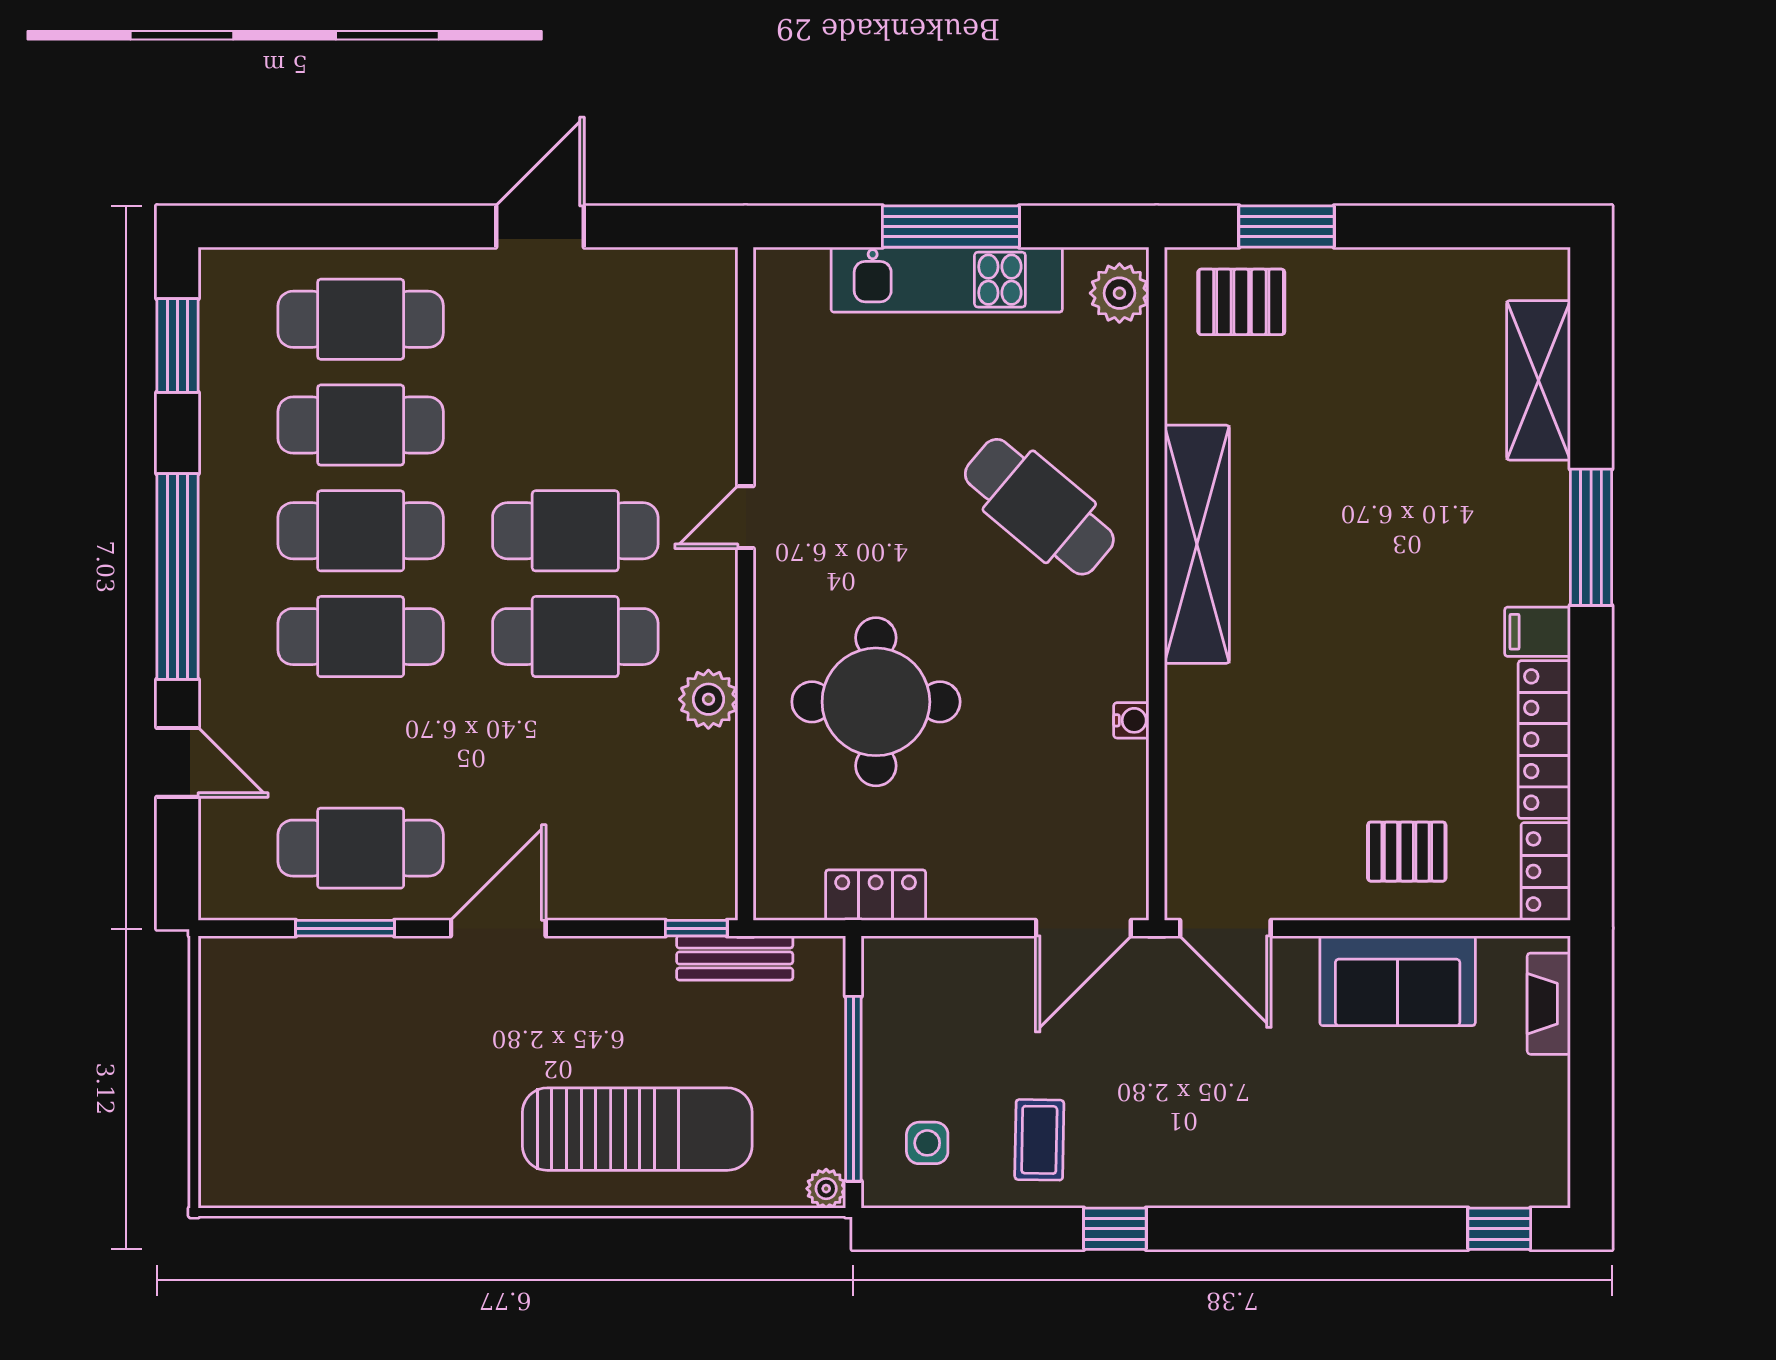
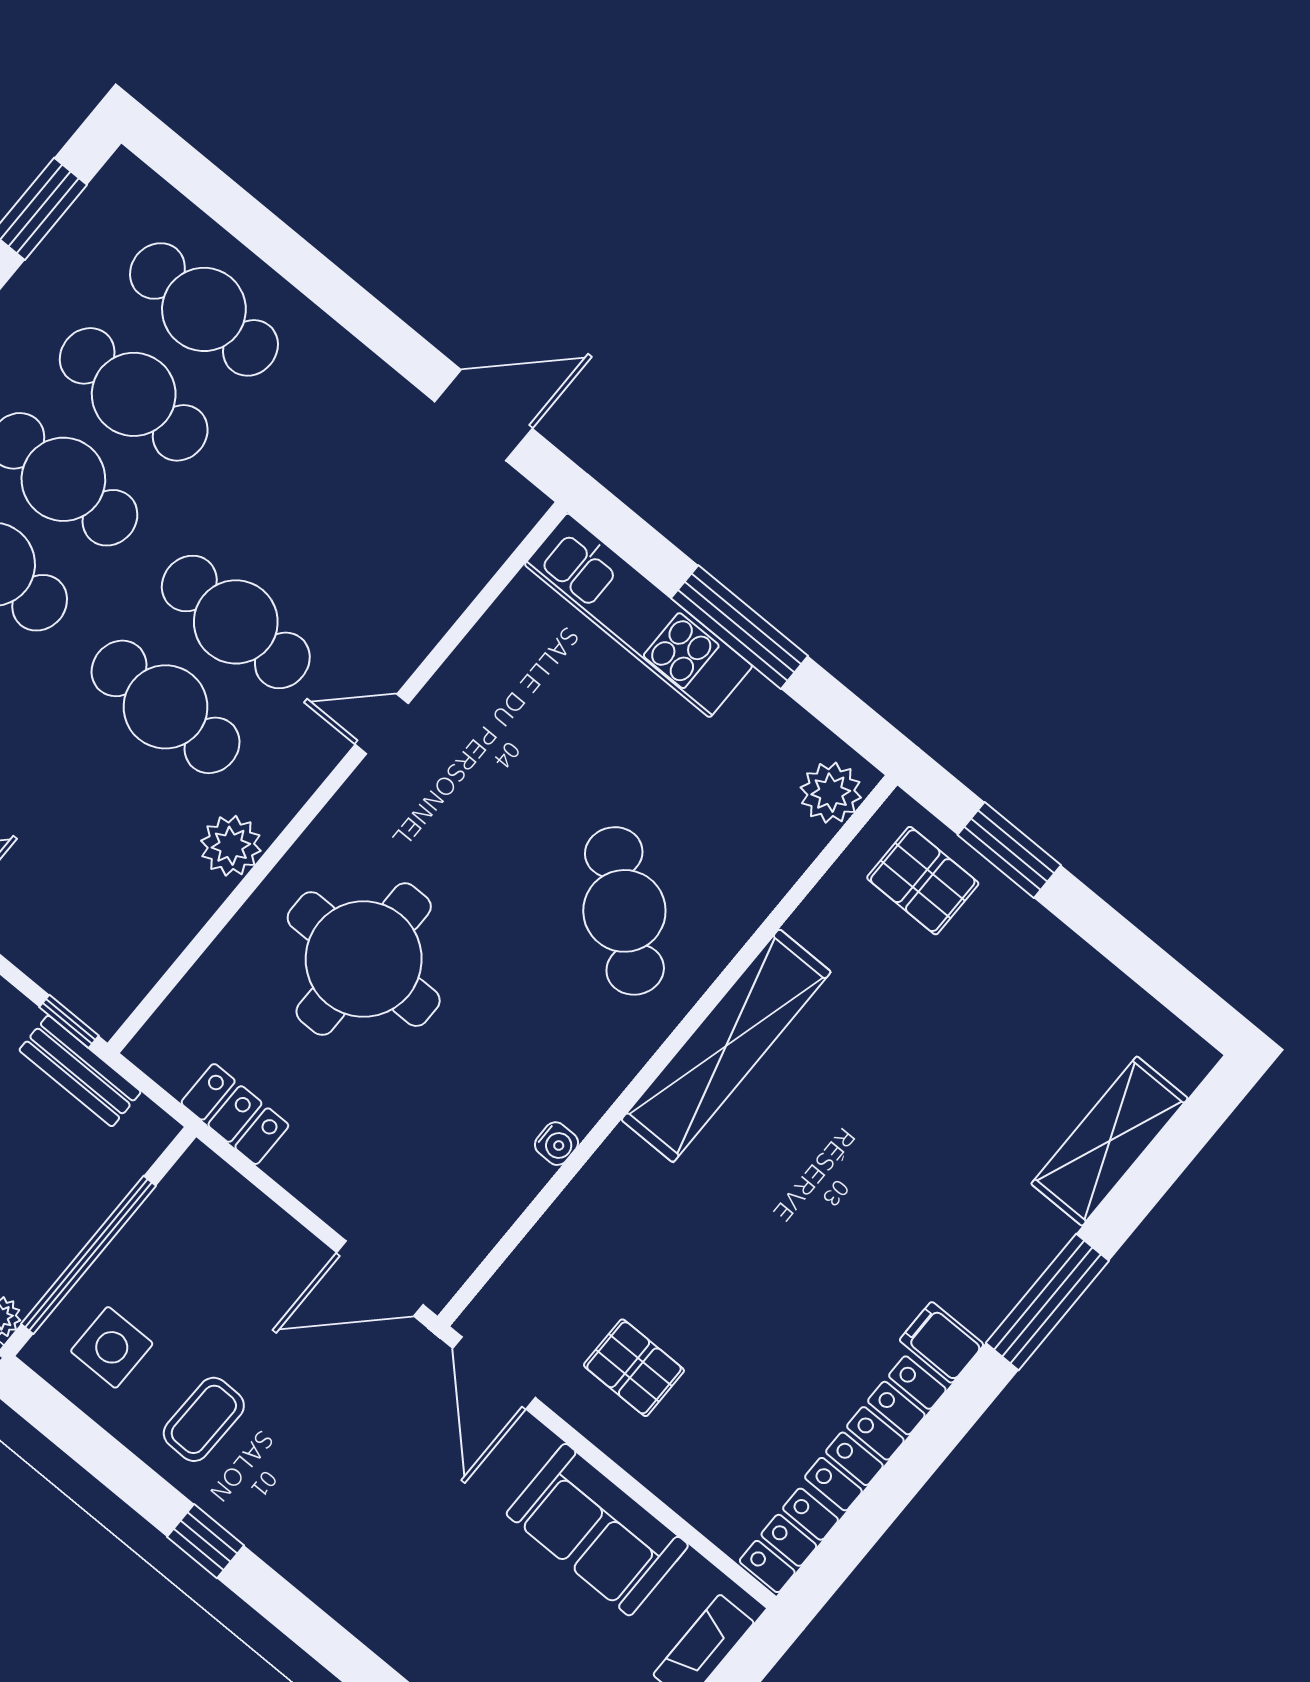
door: (540, 226) -> (483, 415), moved
kitchen unit: (947, 280) -> (639, 615), moved
pallet: (1407, 852) -> (634, 1368), moved
side table: (927, 1143) -> (112, 1347), width x1.37, depth x1.37

